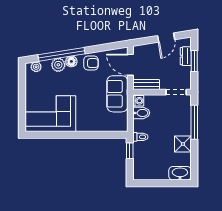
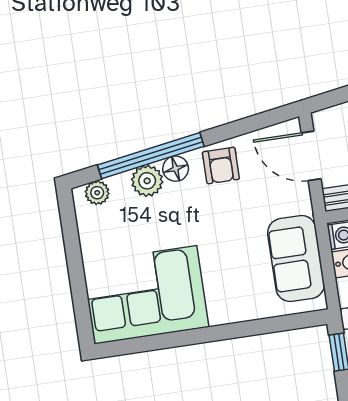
armchair: (91, 63) -> (221, 166), turned 90
sofa: (117, 94) -> (296, 259), moved

